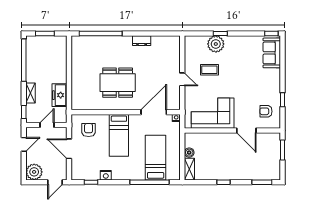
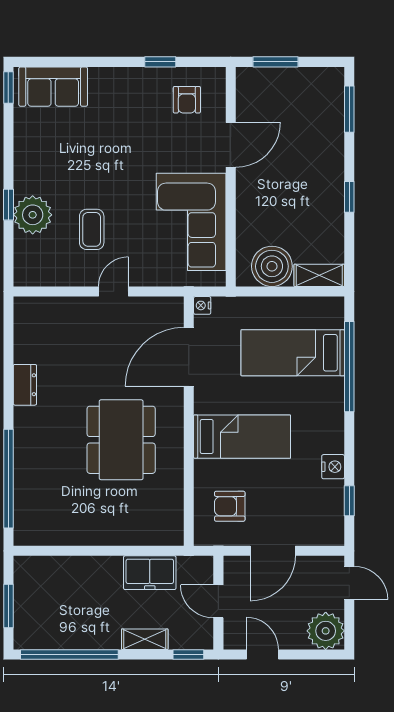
door: (154, 112) -> (189, 357), hinge flipped
boiler: (189, 153) -> (272, 266), width x1.86, depth x1.86

